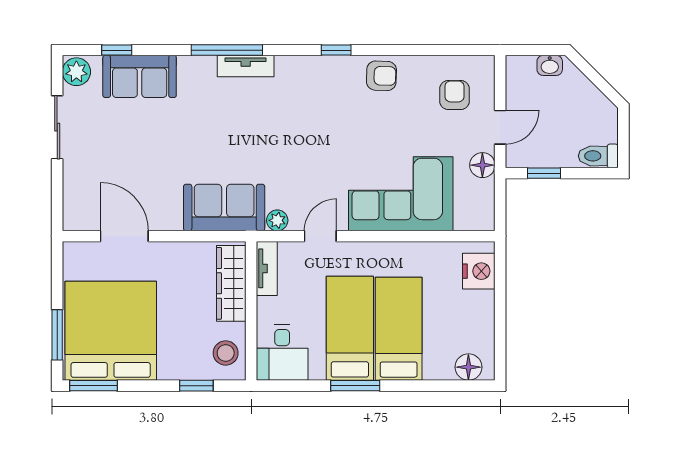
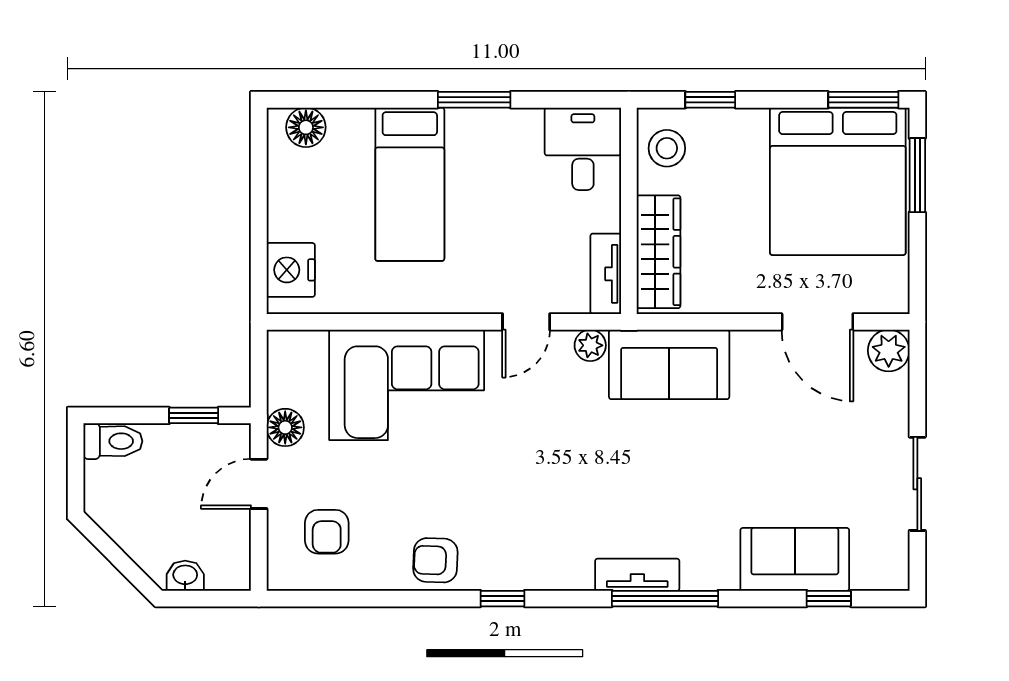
plant: (76, 72) -> (889, 351), moved
bed: (350, 328) -> (482, 185), removed

